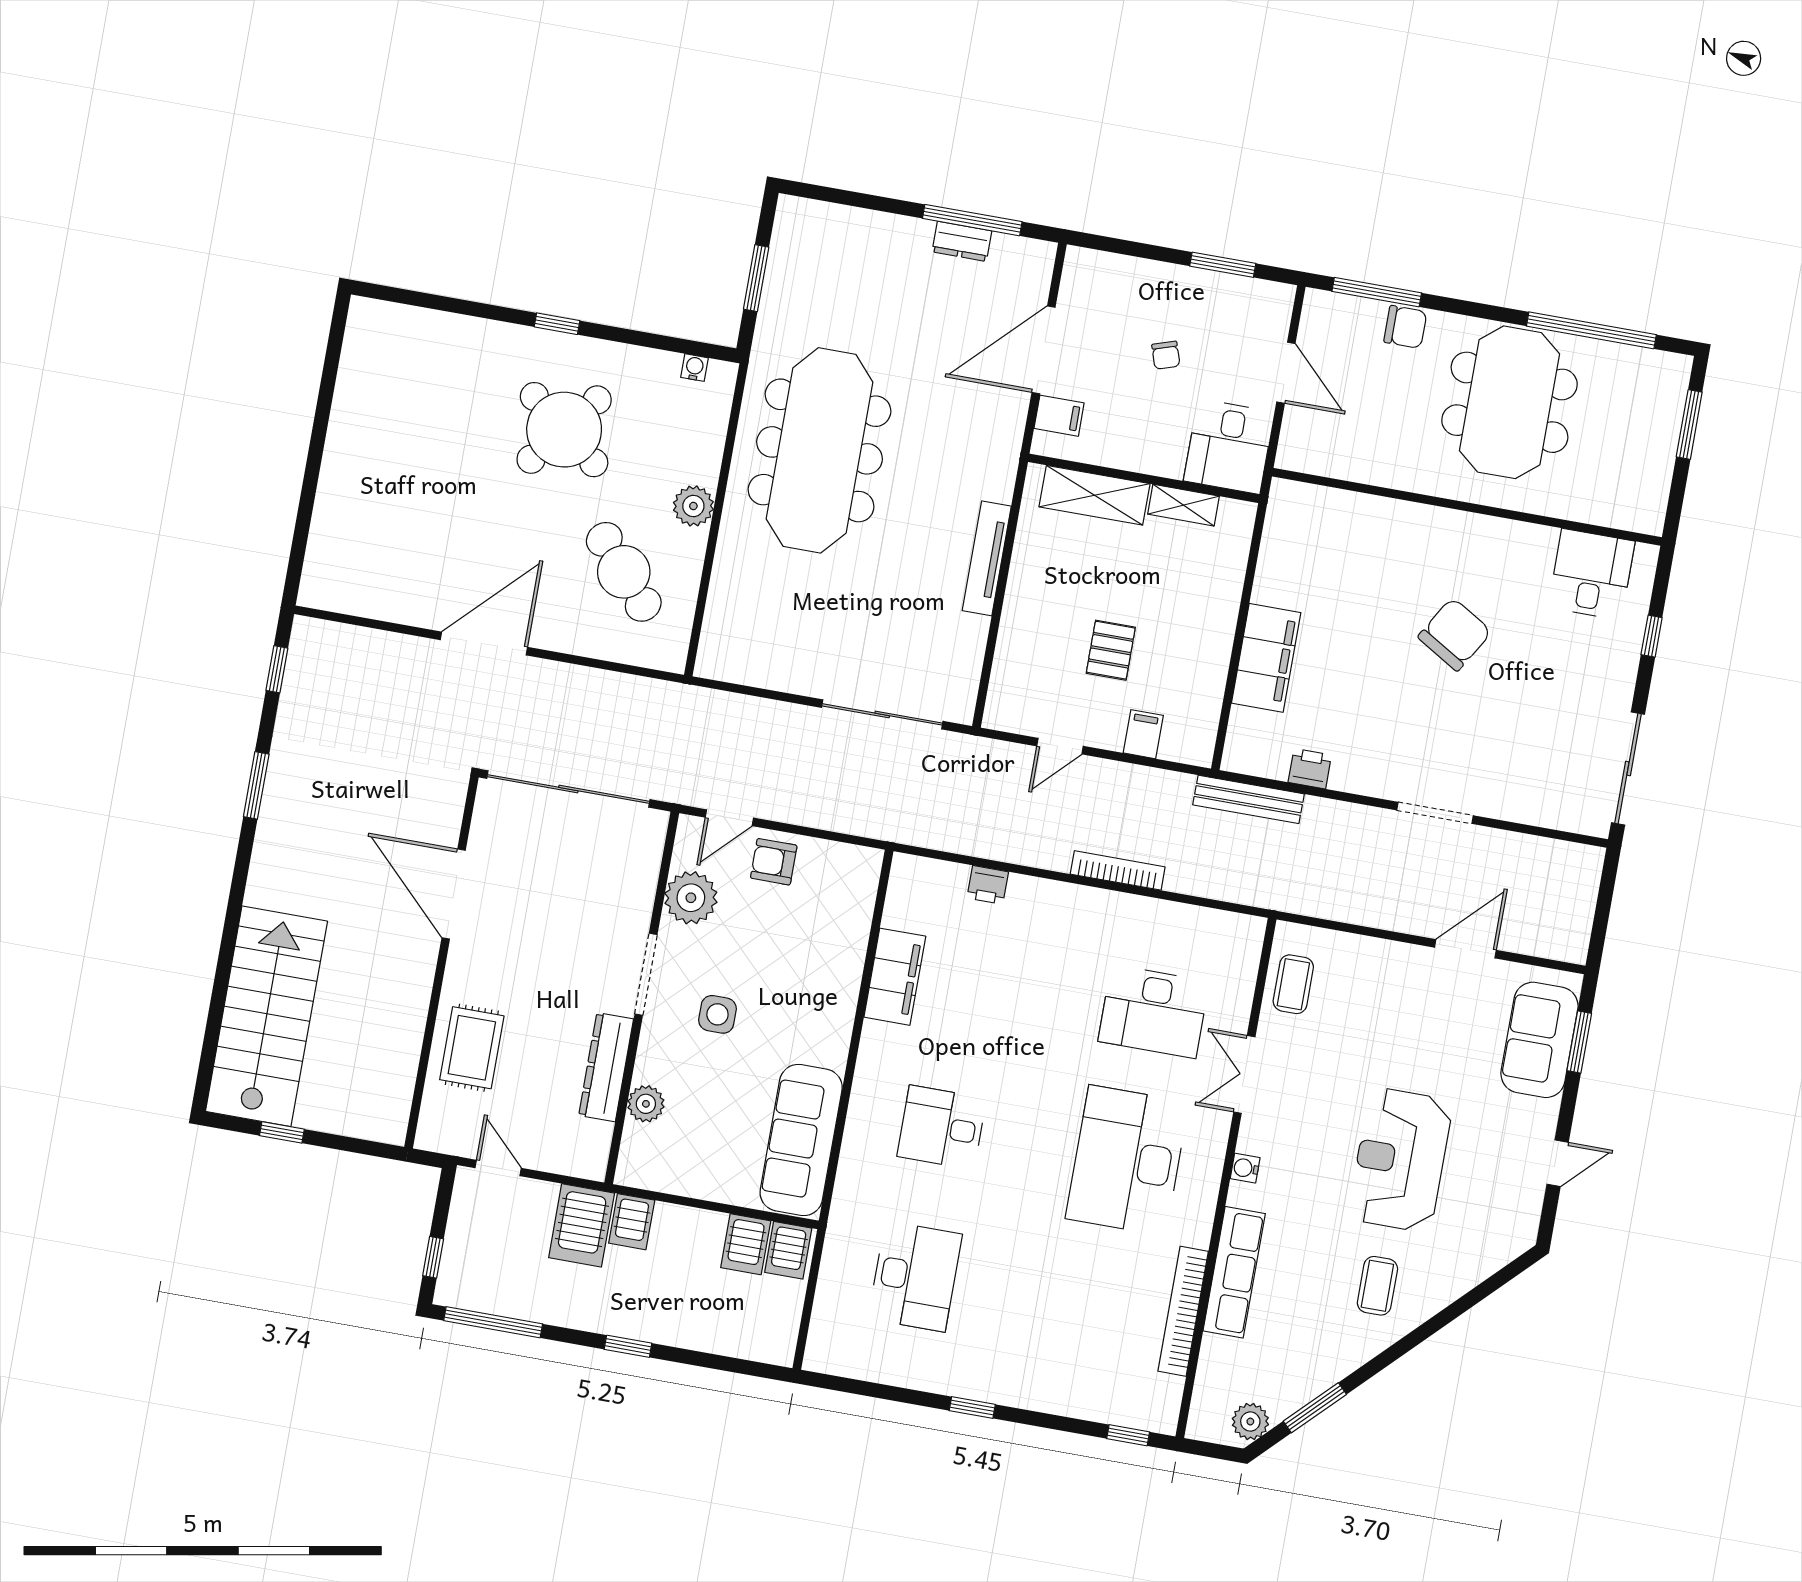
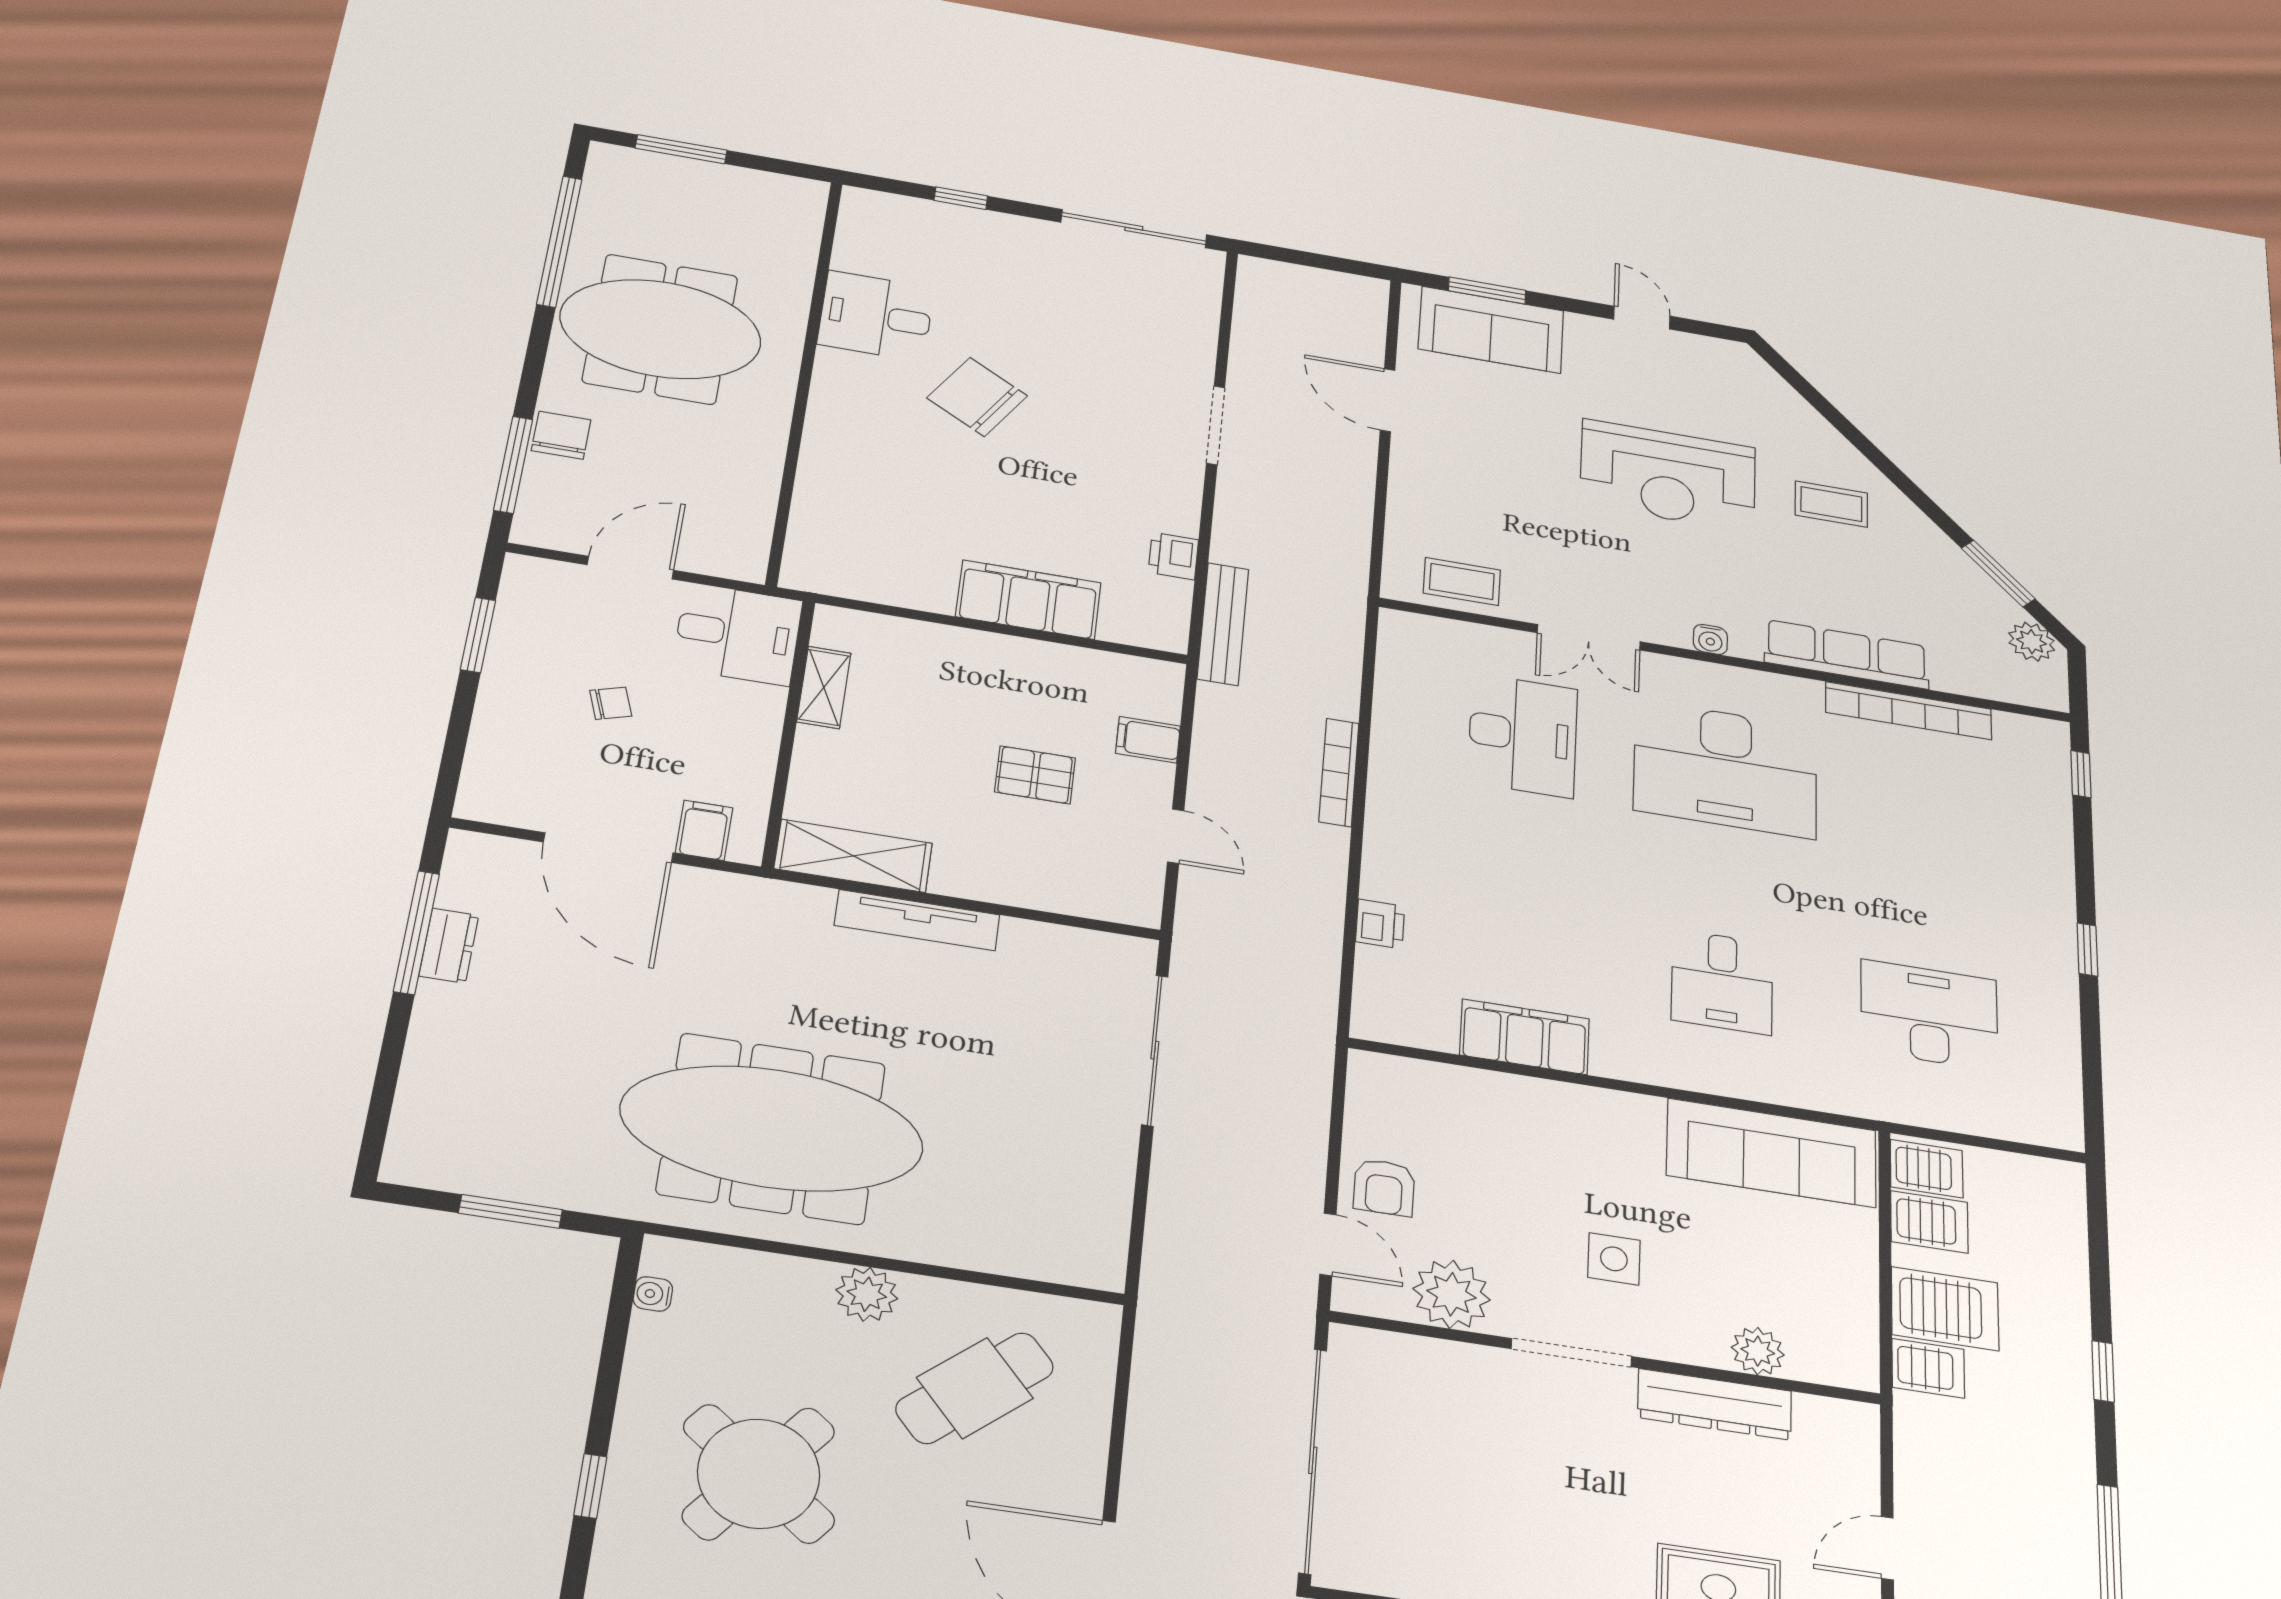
shelving: (1095, 495) -> (853, 856), moved, turned 90
desk: (1591, 574) -> (876, 316), moved
server rack: (582, 1225) -> (1945, 1309), moved

